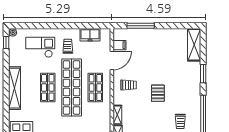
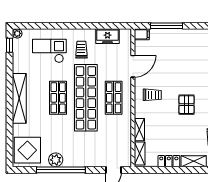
filing cabinet: (119, 45) -> (142, 34), moved

